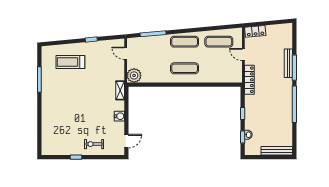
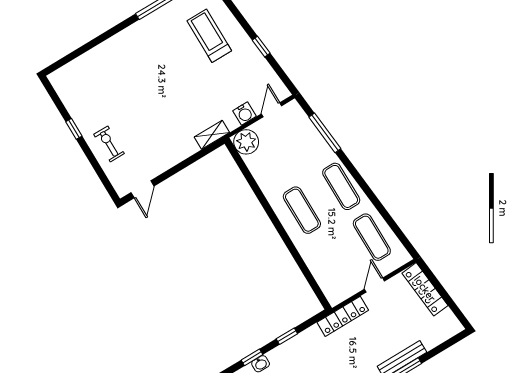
locker: (255, 31) -> (425, 289), width x1.53
water cooler: (119, 116) -> (244, 114), moved
door: (126, 141) -> (142, 189), hinge flipped

